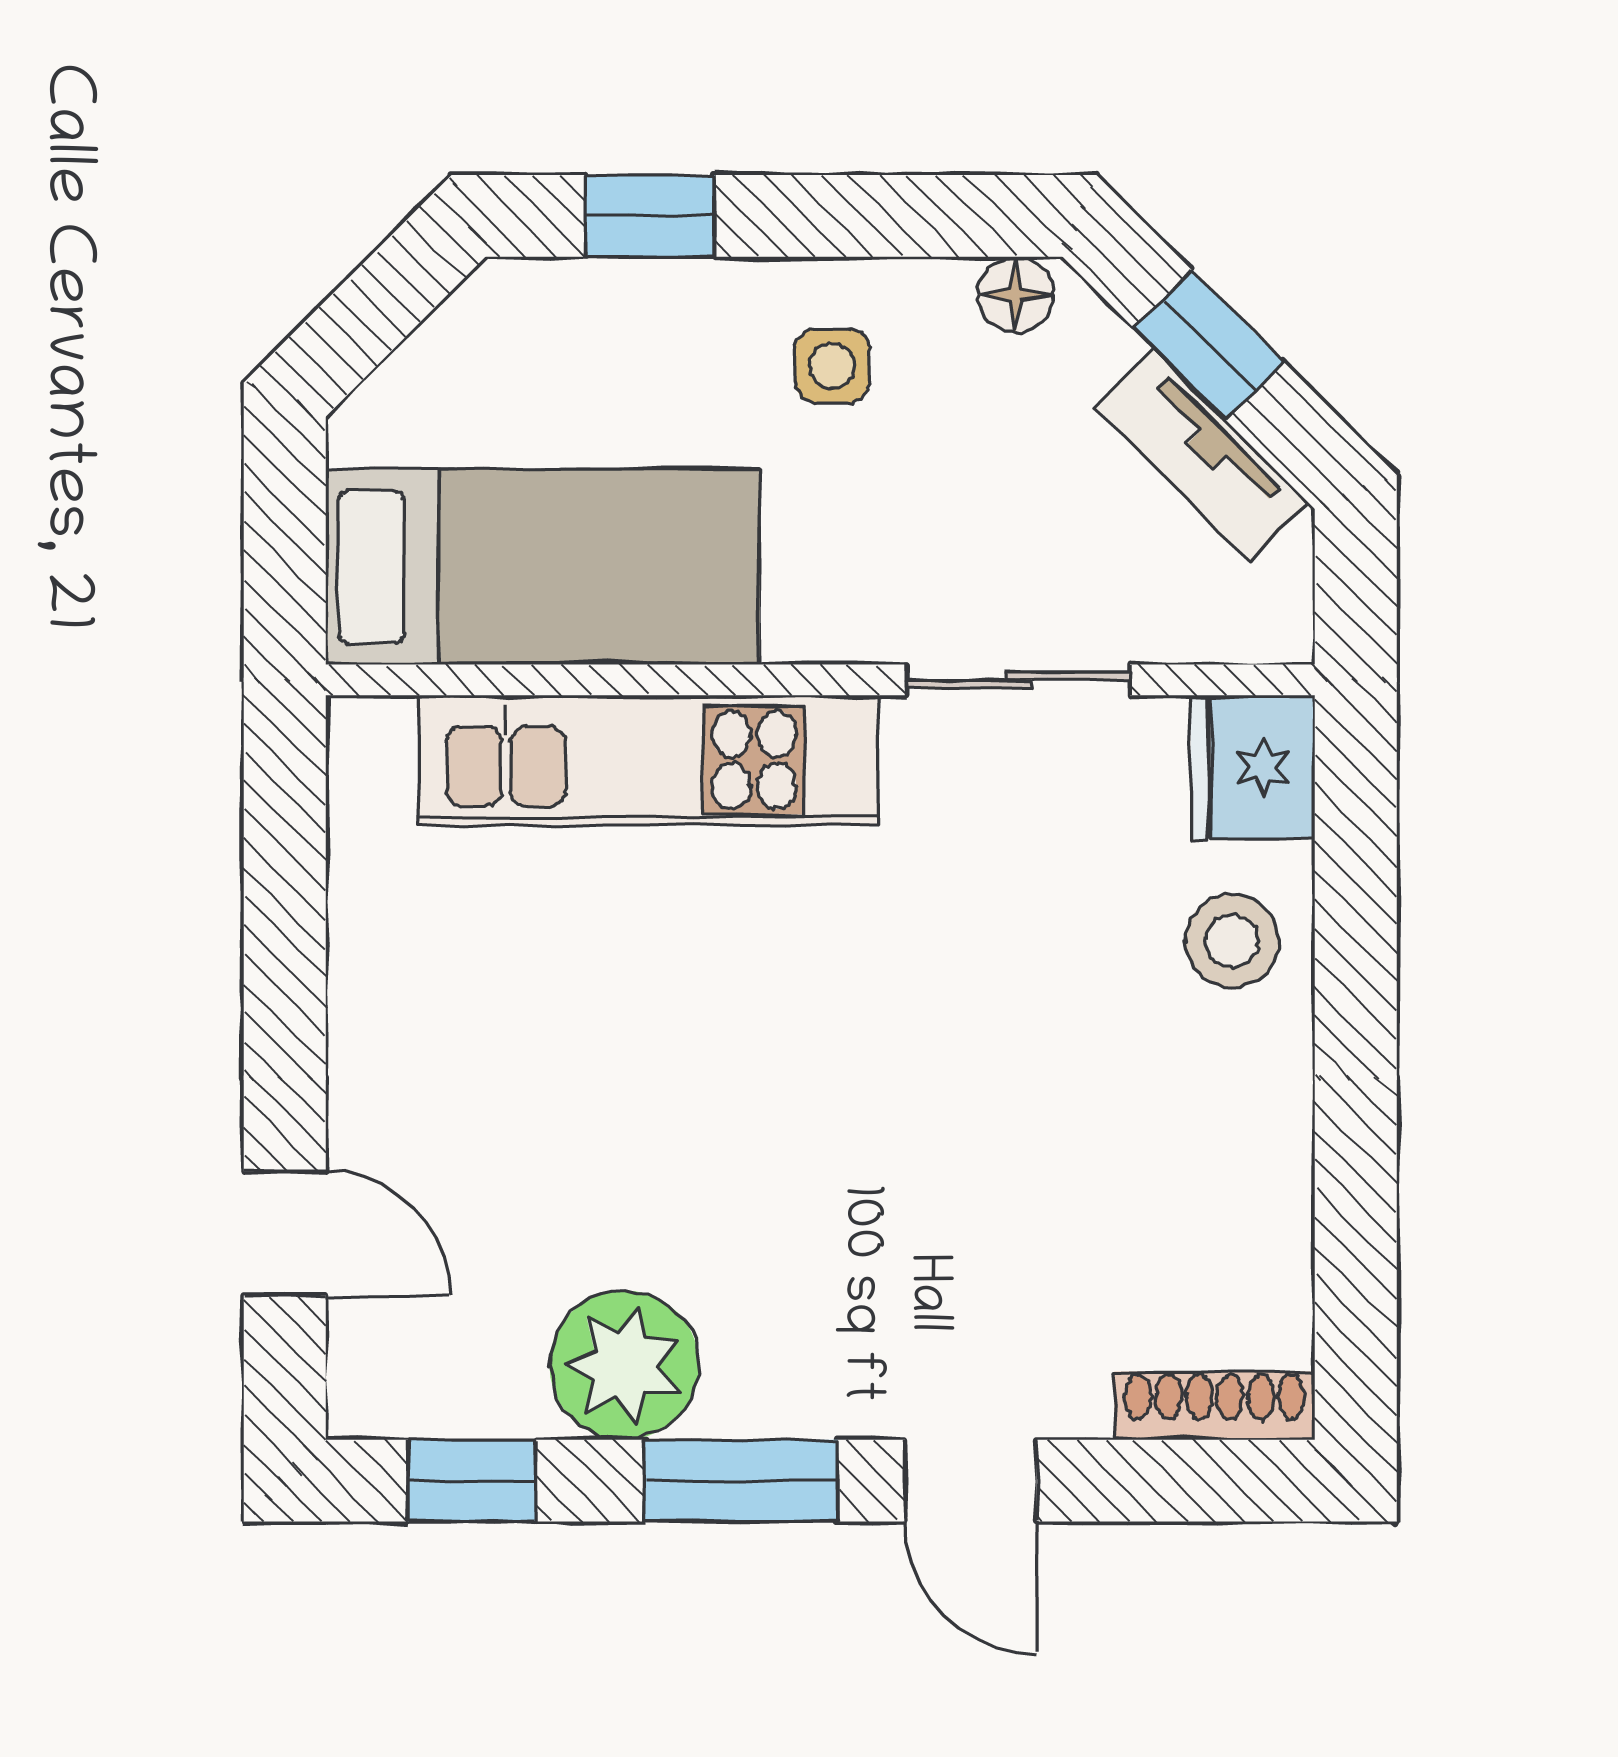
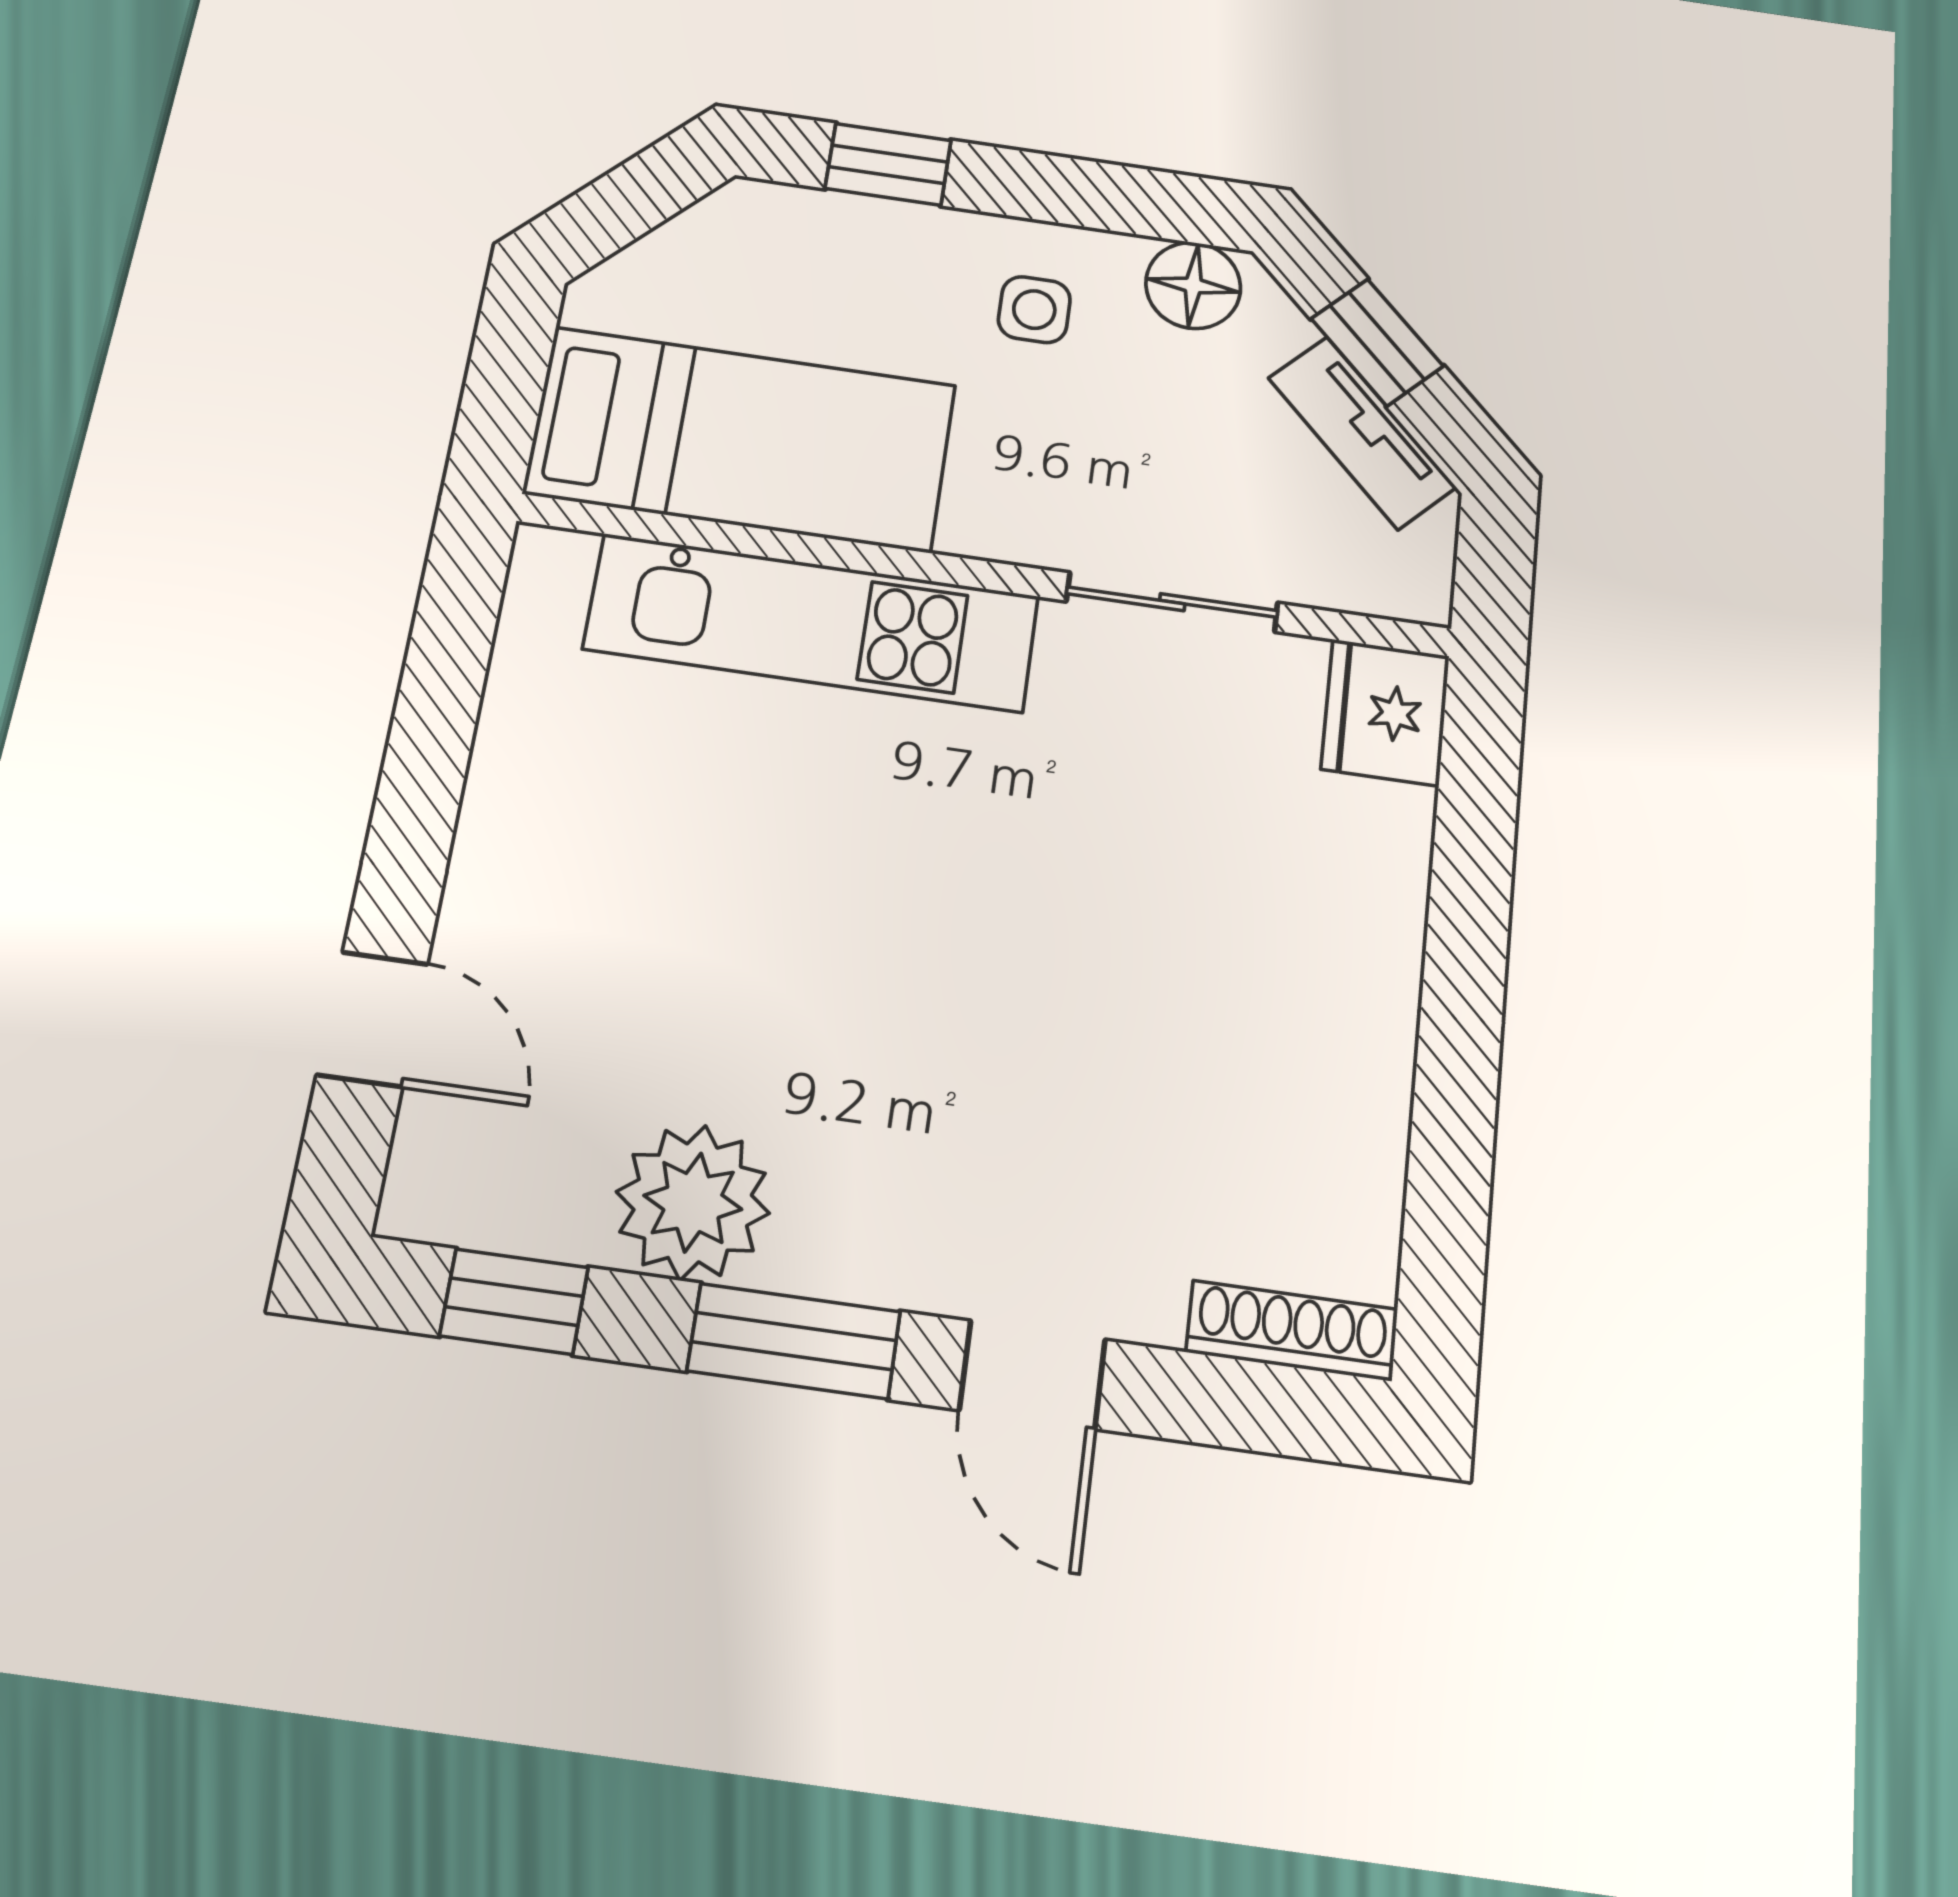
floor lamp: (1016, 295) -> (1193, 285), width x1.37, depth x1.37
stool: (1232, 941) -> (1351, 870), removed

